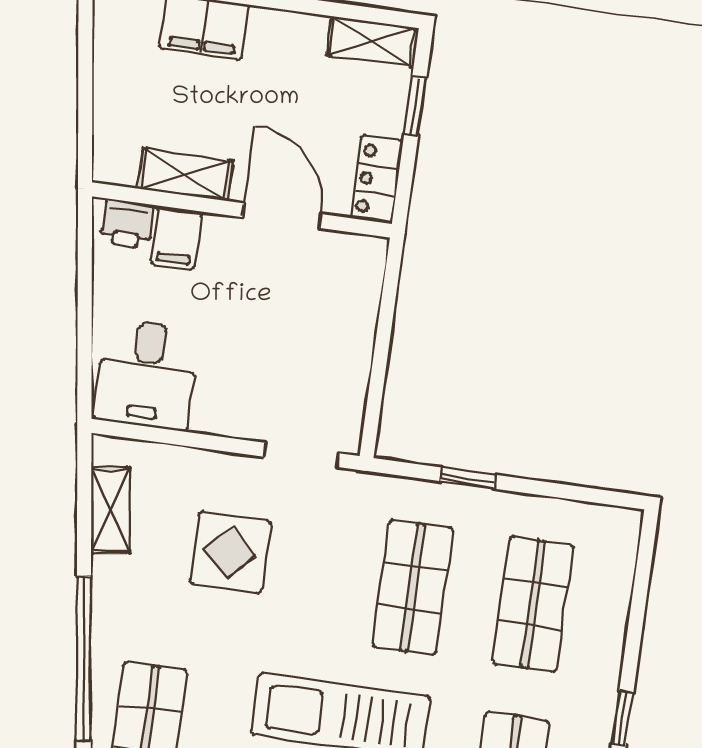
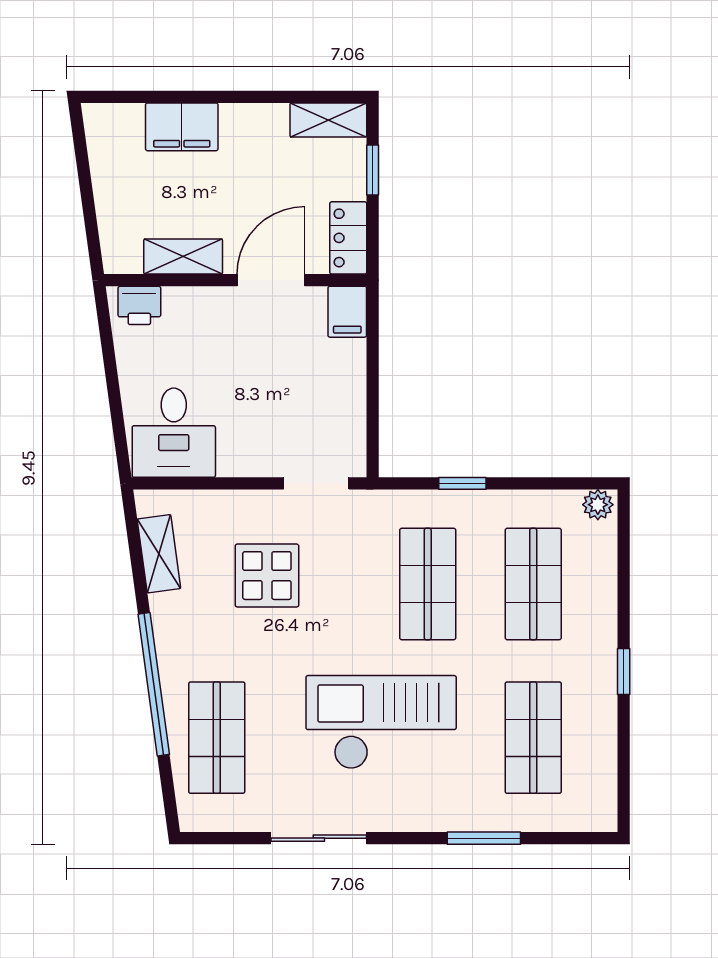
door: (282, 216) -> (271, 280), hinge flipped
filing cabinet: (176, 238) -> (347, 312), moved
plant: (619, 524) -> (598, 505), added

